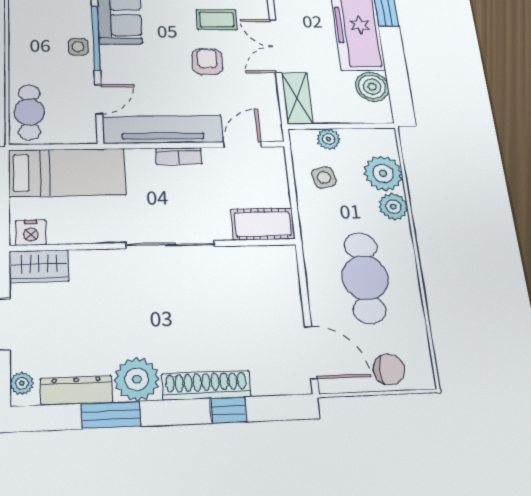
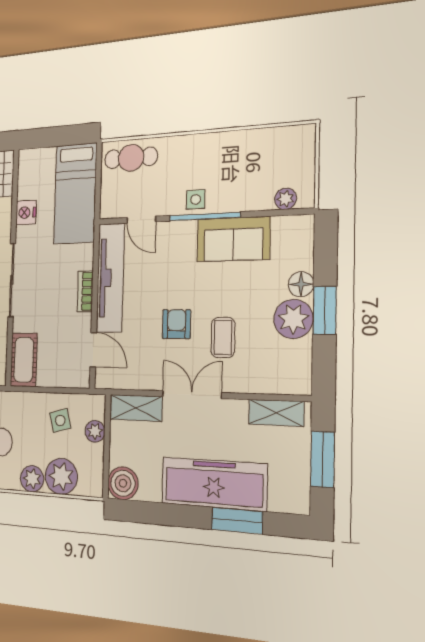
armchair: (207, 62) -> (176, 324), turned -90
boiler: (372, 87) -> (123, 483), moved
nightstand: (31, 233) -> (26, 212), moved

